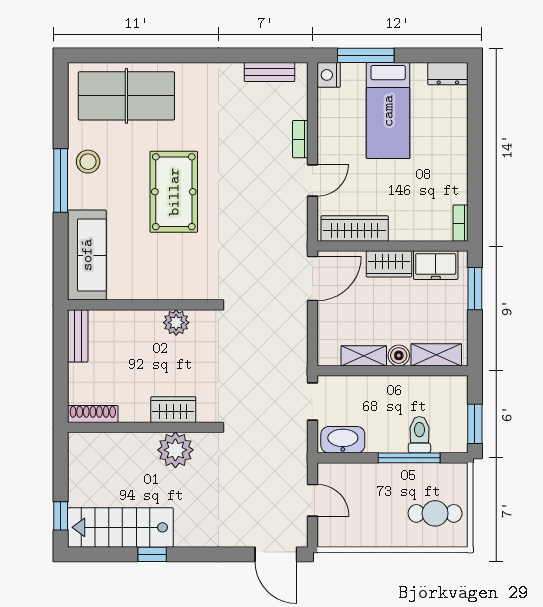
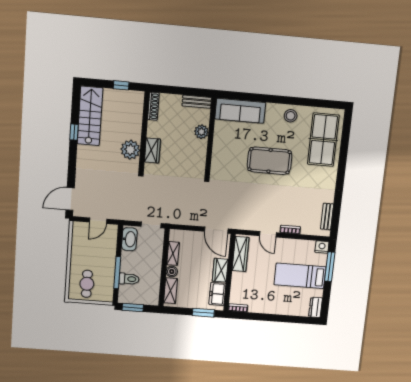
window: (61, 180) -> (282, 100), removed
plant: (176, 323) -> (201, 132), moved
window: (61, 516) -> (121, 85), moved

